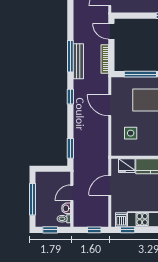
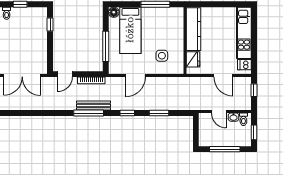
window: (70, 148) -> (159, 113), moved
door: (110, 185) -> (223, 76), moved
window: (128, 230) -> (254, 59), removed

